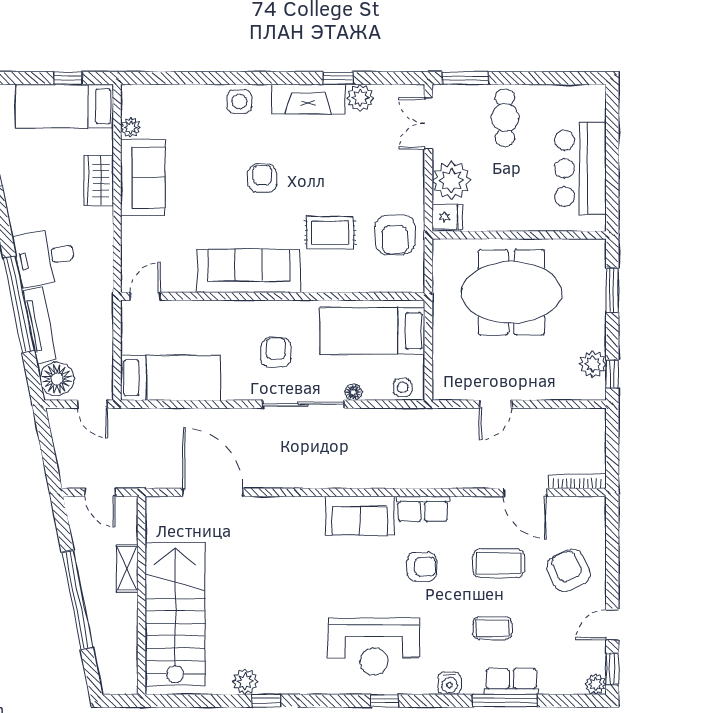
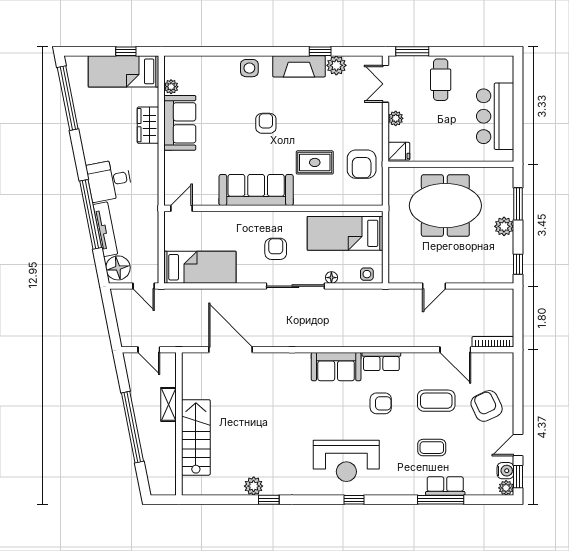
plant: (452, 180) -> (396, 118), width x0.53, depth x0.53
plant: (593, 364) -> (504, 226), moved
stairs: (175, 614) -> (196, 437), width x0.73, depth x0.66
water cooler: (449, 683) -> (505, 471), moved, turned -90

